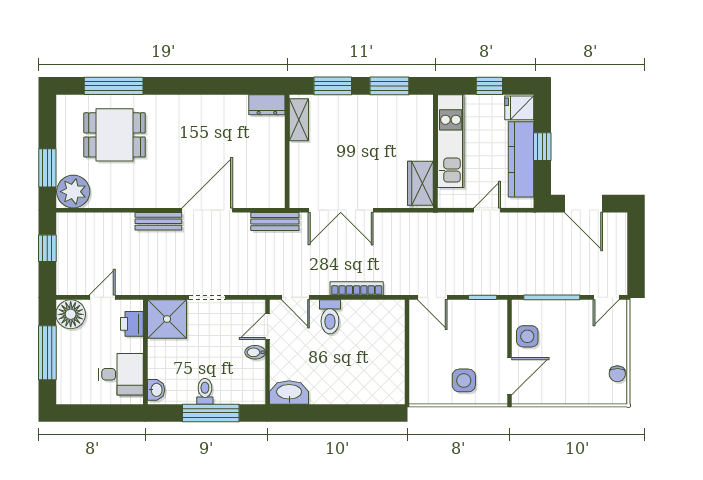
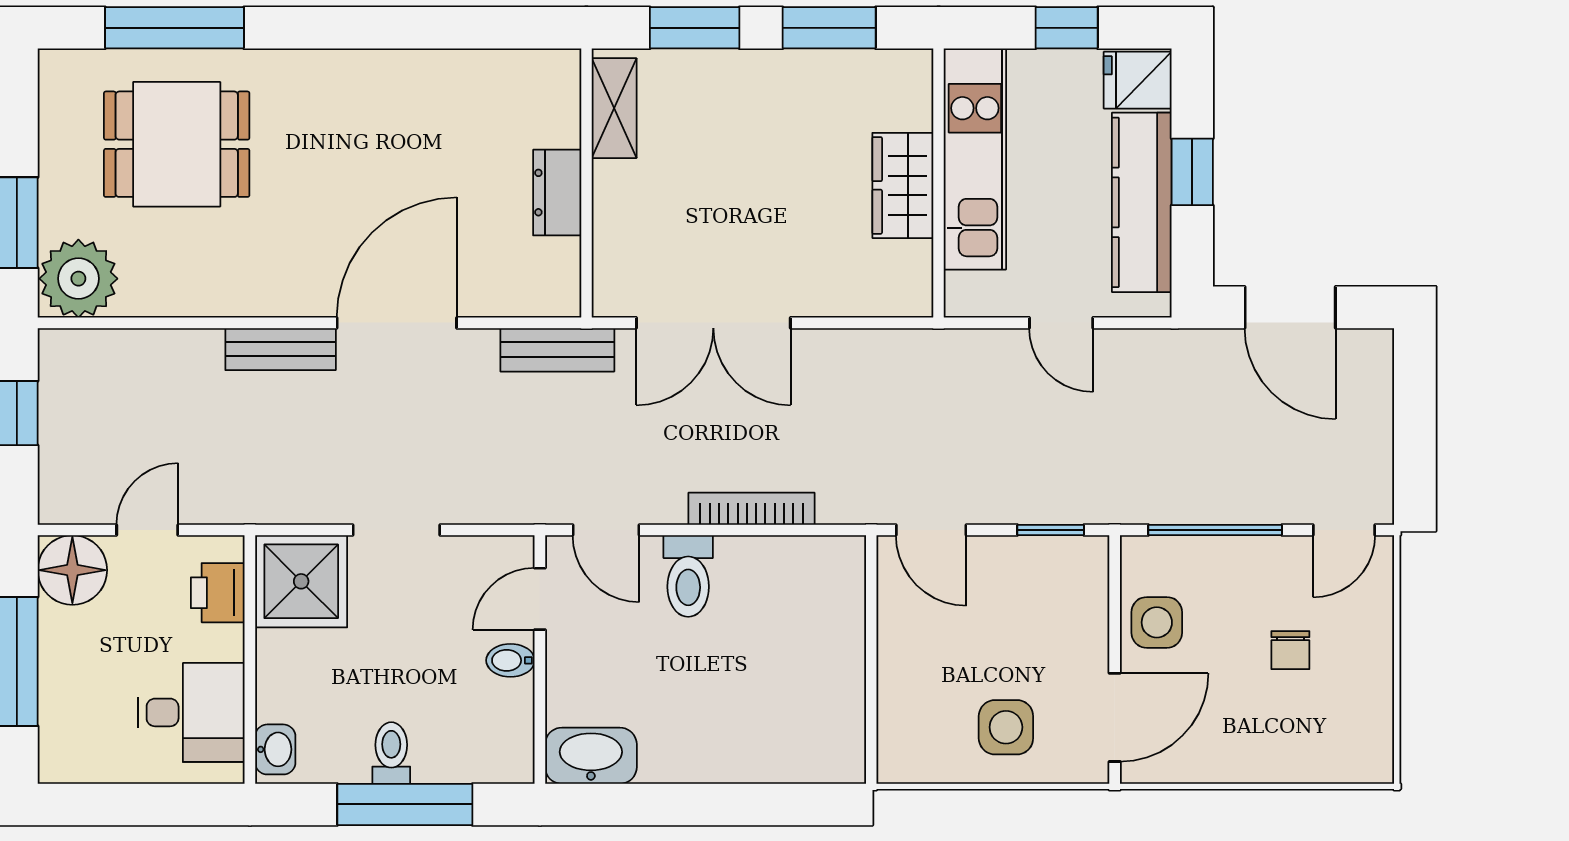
dresser: (267, 105) -> (557, 193), moved, turned 90
wardrobe: (420, 183) -> (903, 185), moved
door: (487, 210) -> (1061, 323), swing flipped
chair: (617, 374) -> (1290, 650), moved

